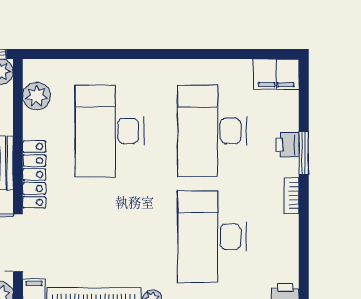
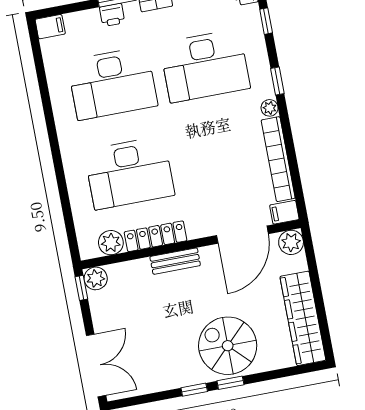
filing cabinet: (276, 74) -> (50, 27), width x0.50
locker: (34, 174) -> (156, 236), moved

